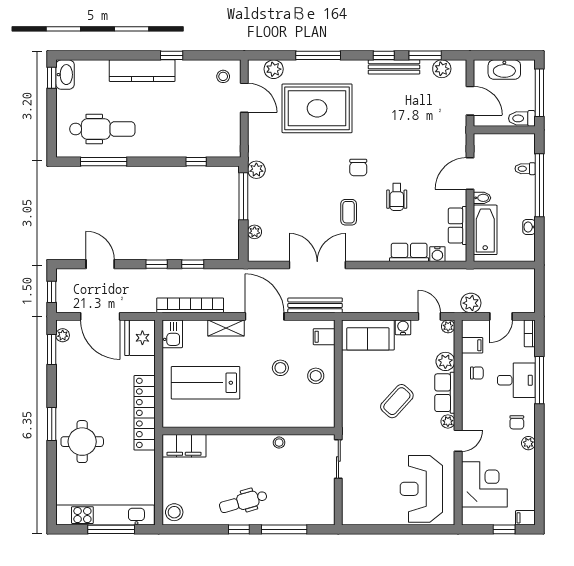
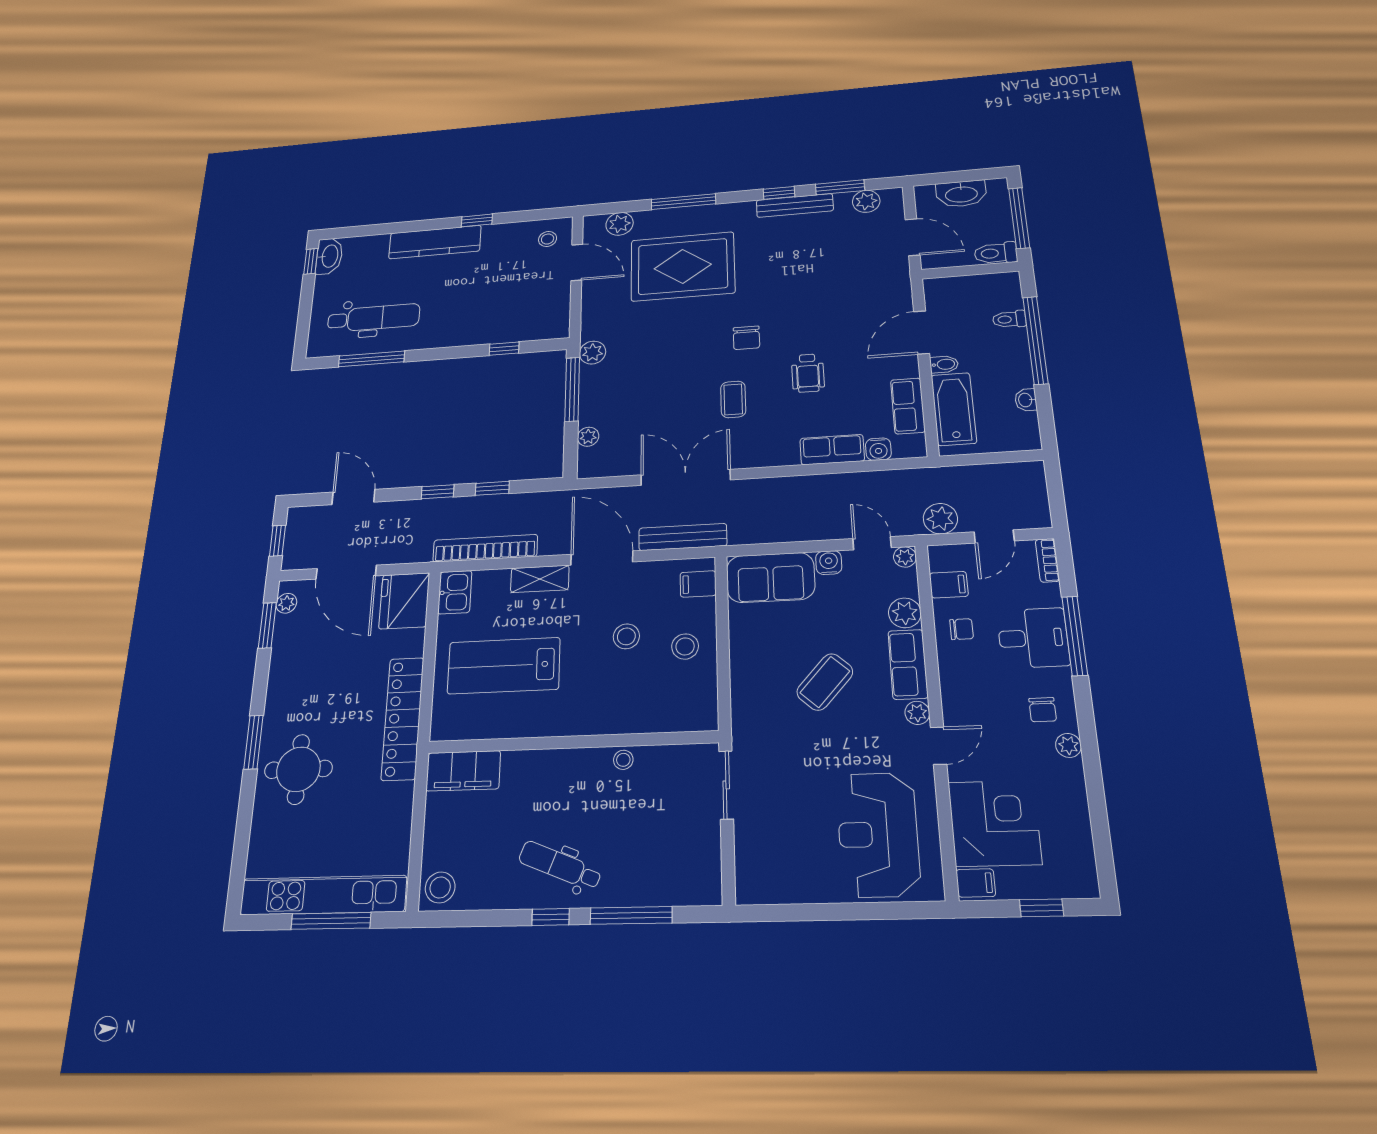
dental chair: (243, 502) -> (560, 866), turned 38
filing cabinet: (525, 518) -> (976, 883), moved, turned 180

